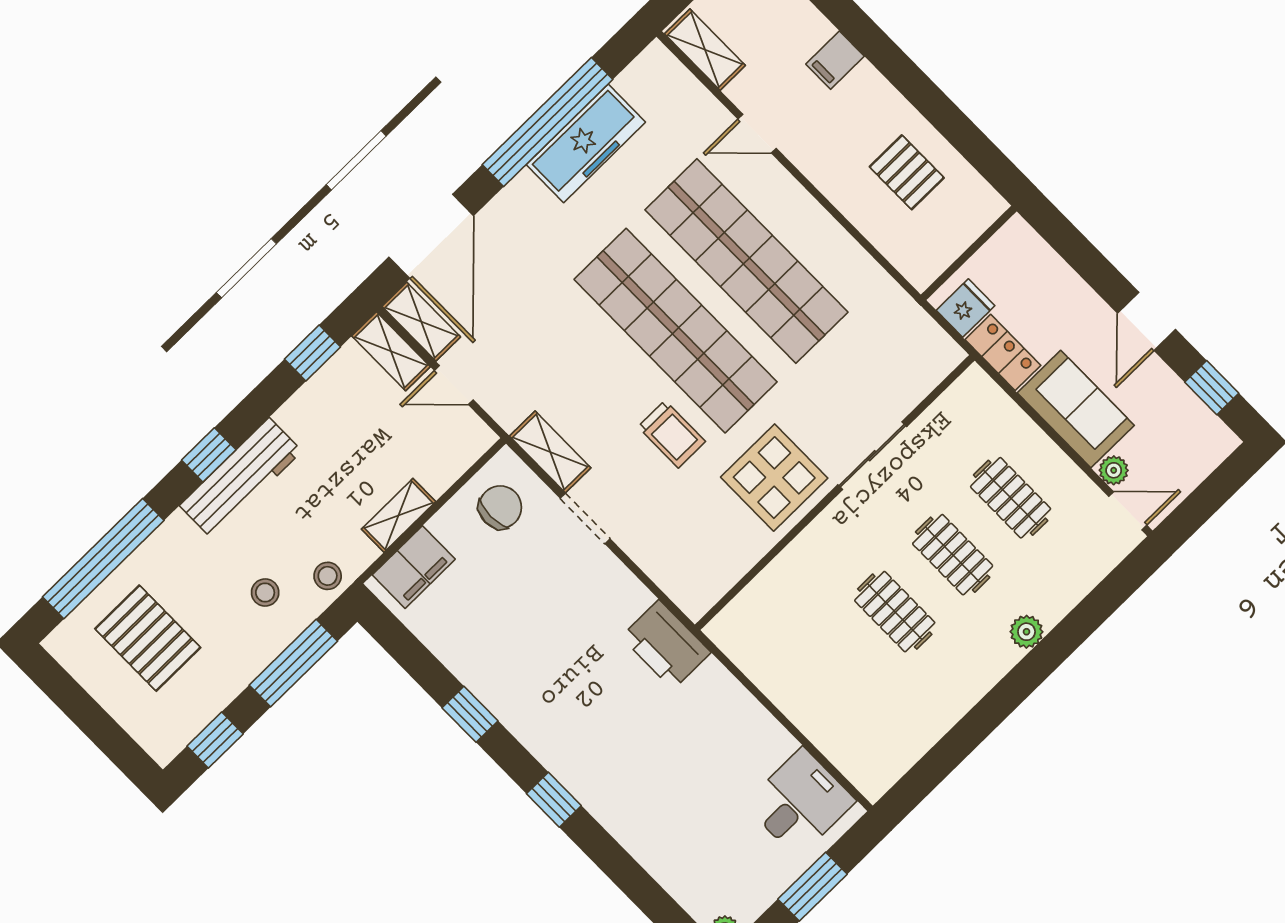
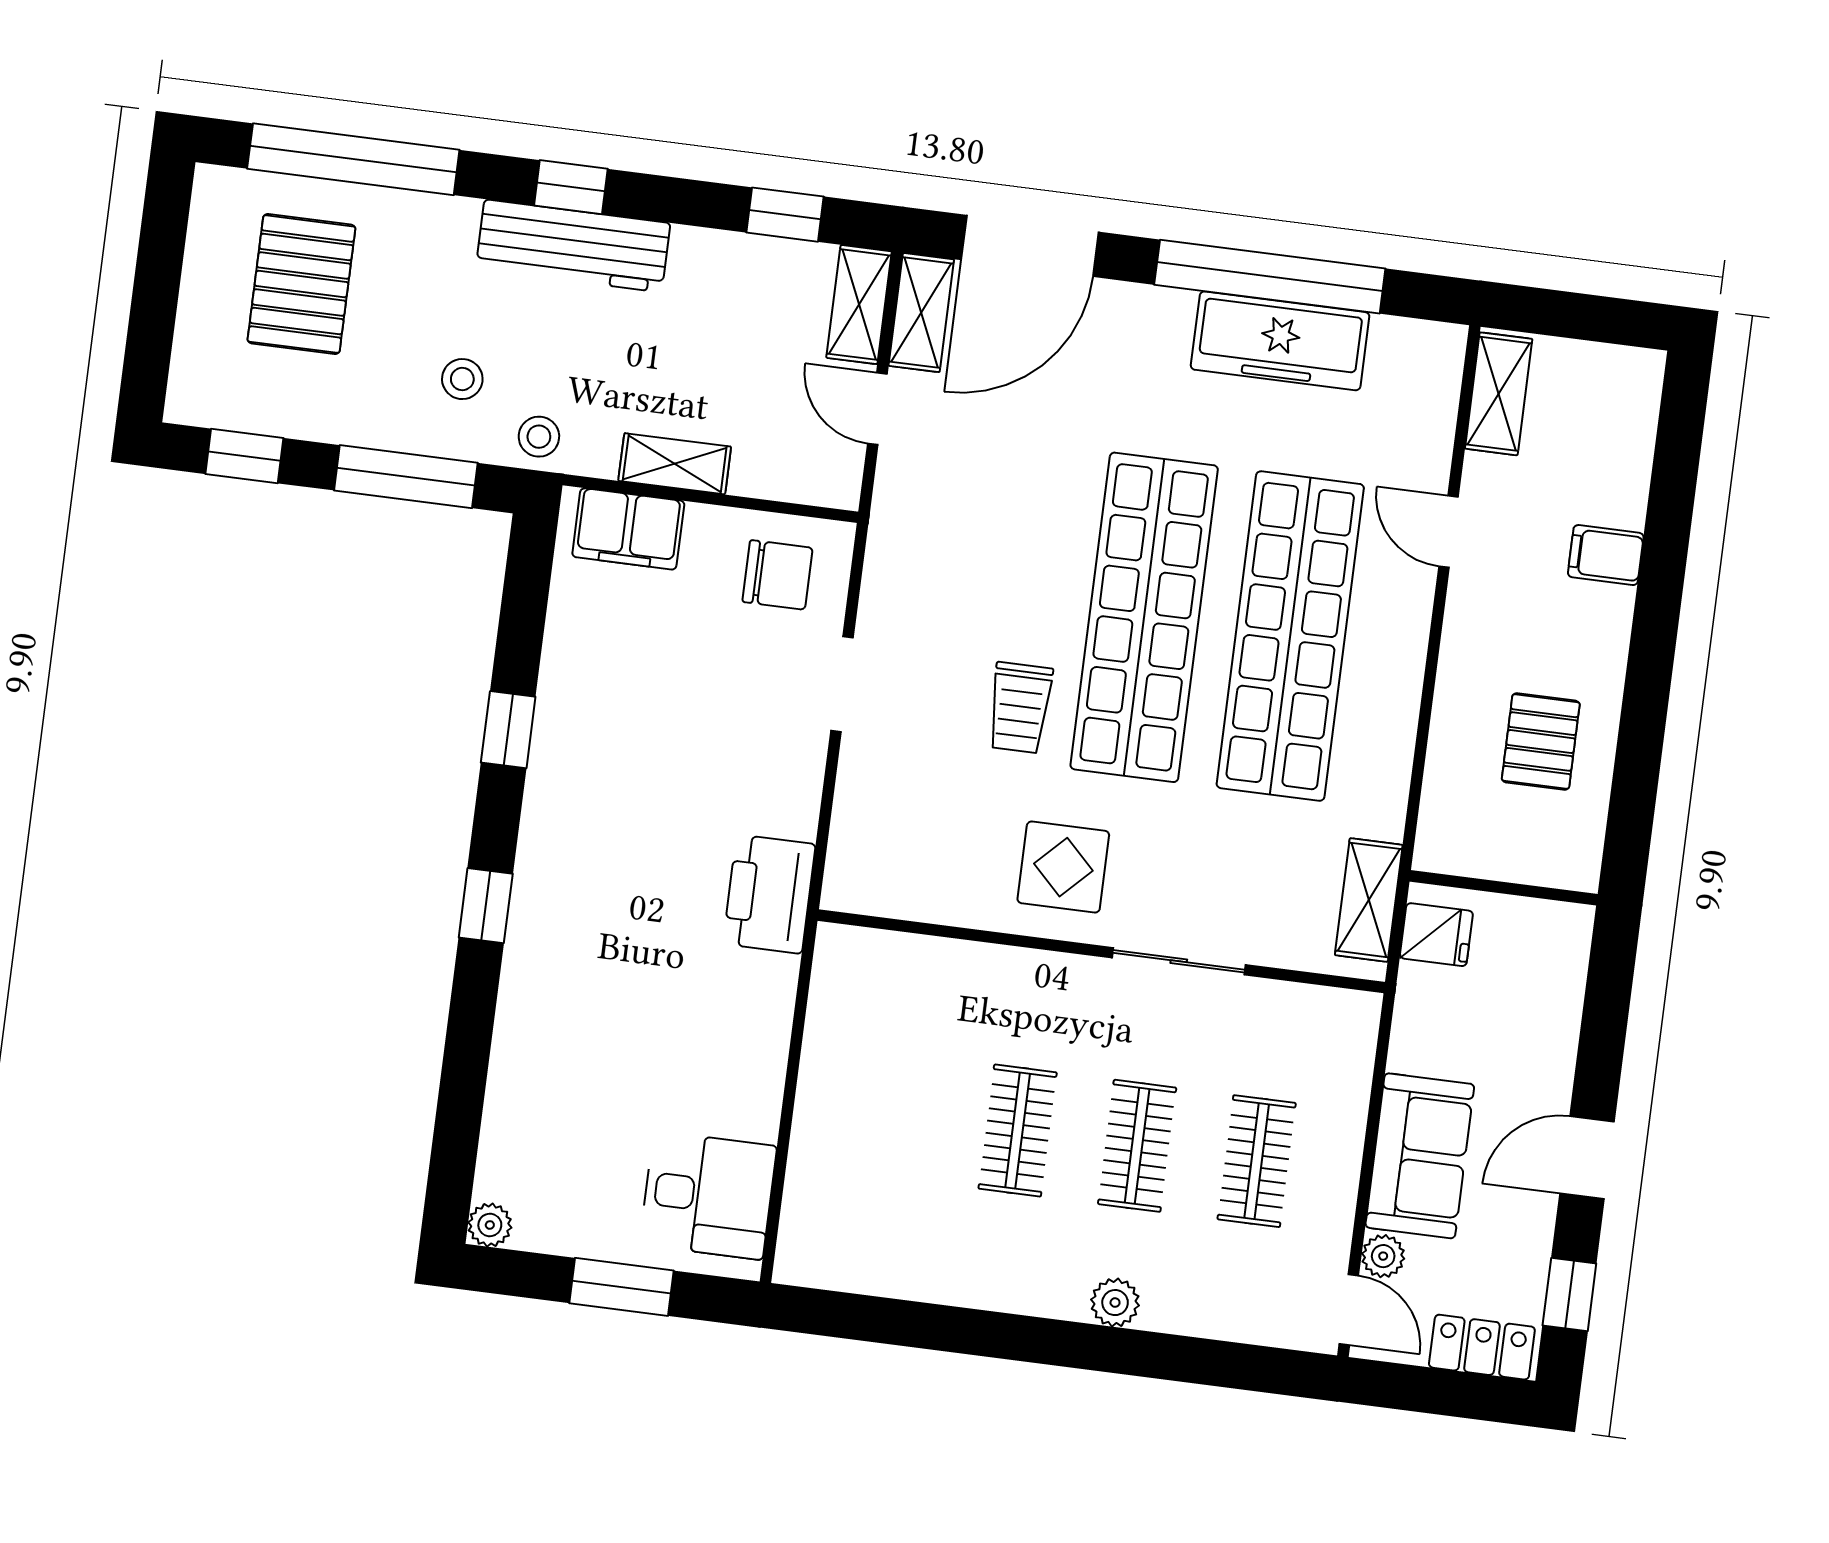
locker: (1003, 352) -> (1482, 1347), moved, turned -90
shelving: (550, 452) -> (1369, 900), moved
display table: (774, 478) -> (1063, 867), width x0.73, depth x0.73

